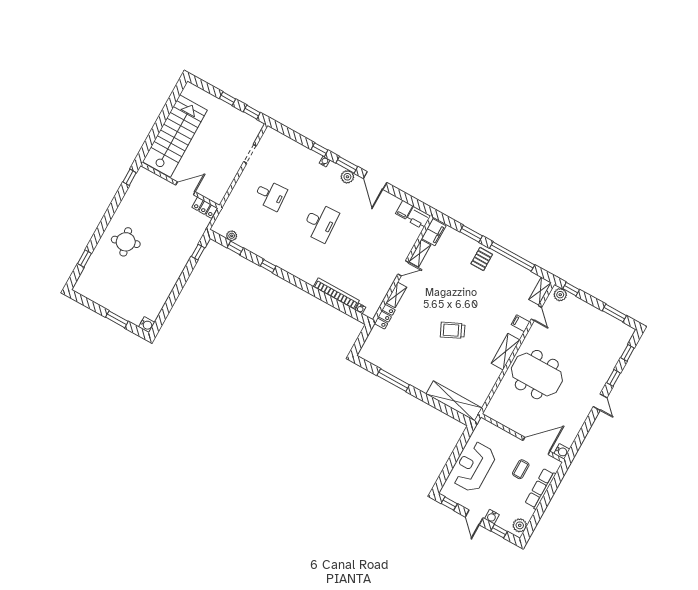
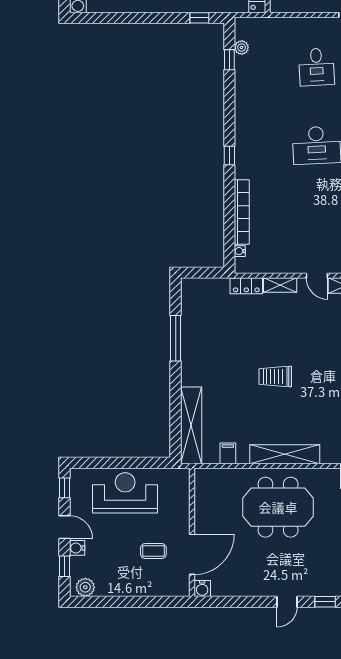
window: (268, 266) -> (229, 155), moved
filing cabinet: (520, 323) -> (228, 453), moved
trolley: (453, 330) -> (275, 376), turned -65
shelving: (506, 352) -> (285, 454), width x1.47
meeting table: (537, 375) -> (278, 507), turned 90
door: (536, 446) -> (192, 554), hinge flipped
row of seats: (540, 489) -> (143, 588), removed
door: (474, 517) -> (64, 527), swing flipped

